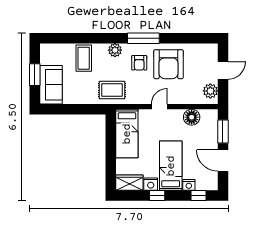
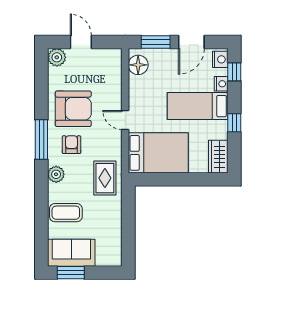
armchair: (139, 63) -> (71, 145), turned -90
window: (35, 75) -> (71, 273), moved
sofa: (51, 85) -> (71, 253), moved
plant: (210, 91) -> (57, 57), moved
floor lamp: (192, 117) -> (138, 65), moved
bed: (127, 134) -> (158, 153), width x1.50
nightstand: (151, 184) -> (220, 59), moved

